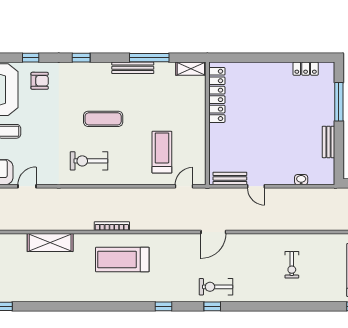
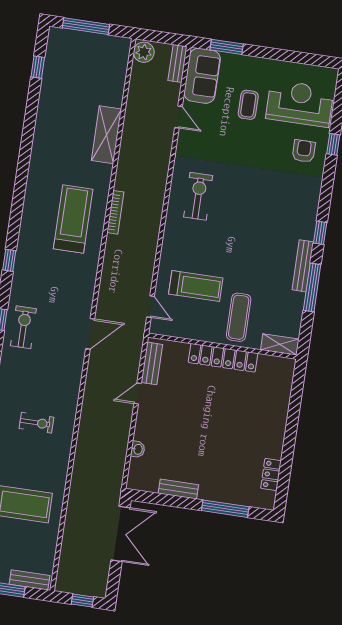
window: (81, 58) -> (320, 233), moved
shelving: (191, 69) -> (280, 344), moved, turned 90
armchair: (40, 81) -> (304, 151), turned 180
locker: (217, 95) -> (223, 358), moved
exercise mat: (103, 119) -> (239, 317), moved
door: (213, 232) -> (90, 334), swing flipped
exercise bike: (292, 265) -> (36, 423), turned 180

